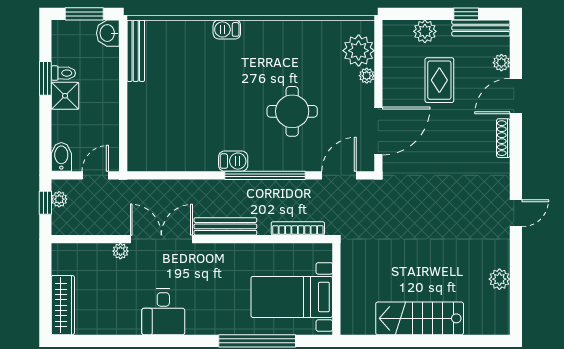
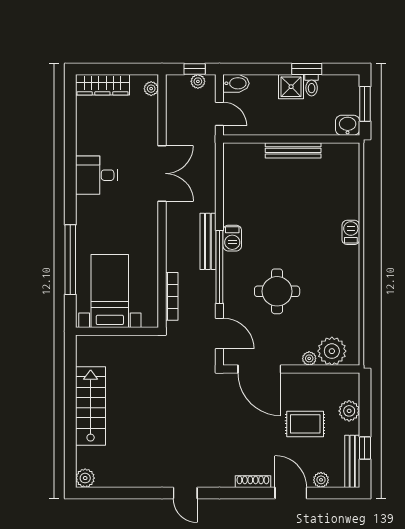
bench: (136, 51) -> (293, 150), moved
bench: (225, 226) -> (208, 241), moved
plant: (120, 251) -> (151, 89), moved
plant: (499, 279) -> (85, 478), moved

